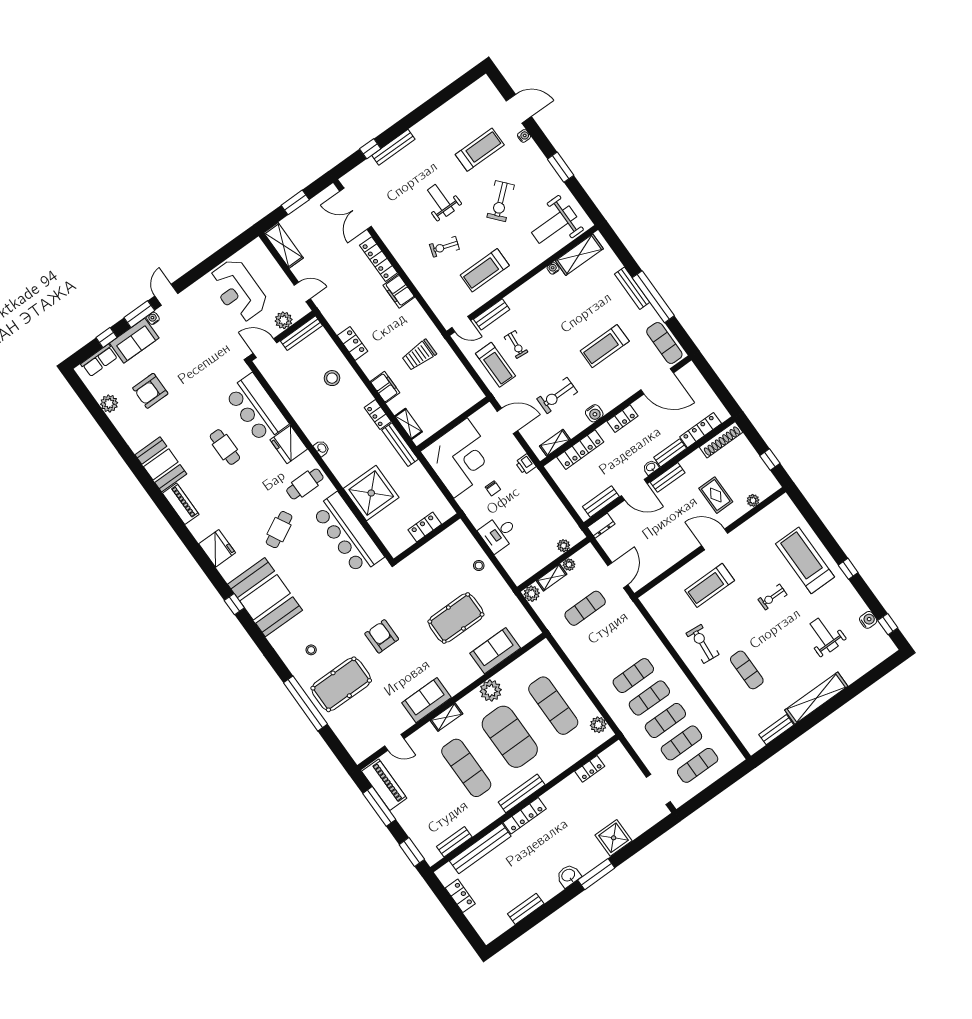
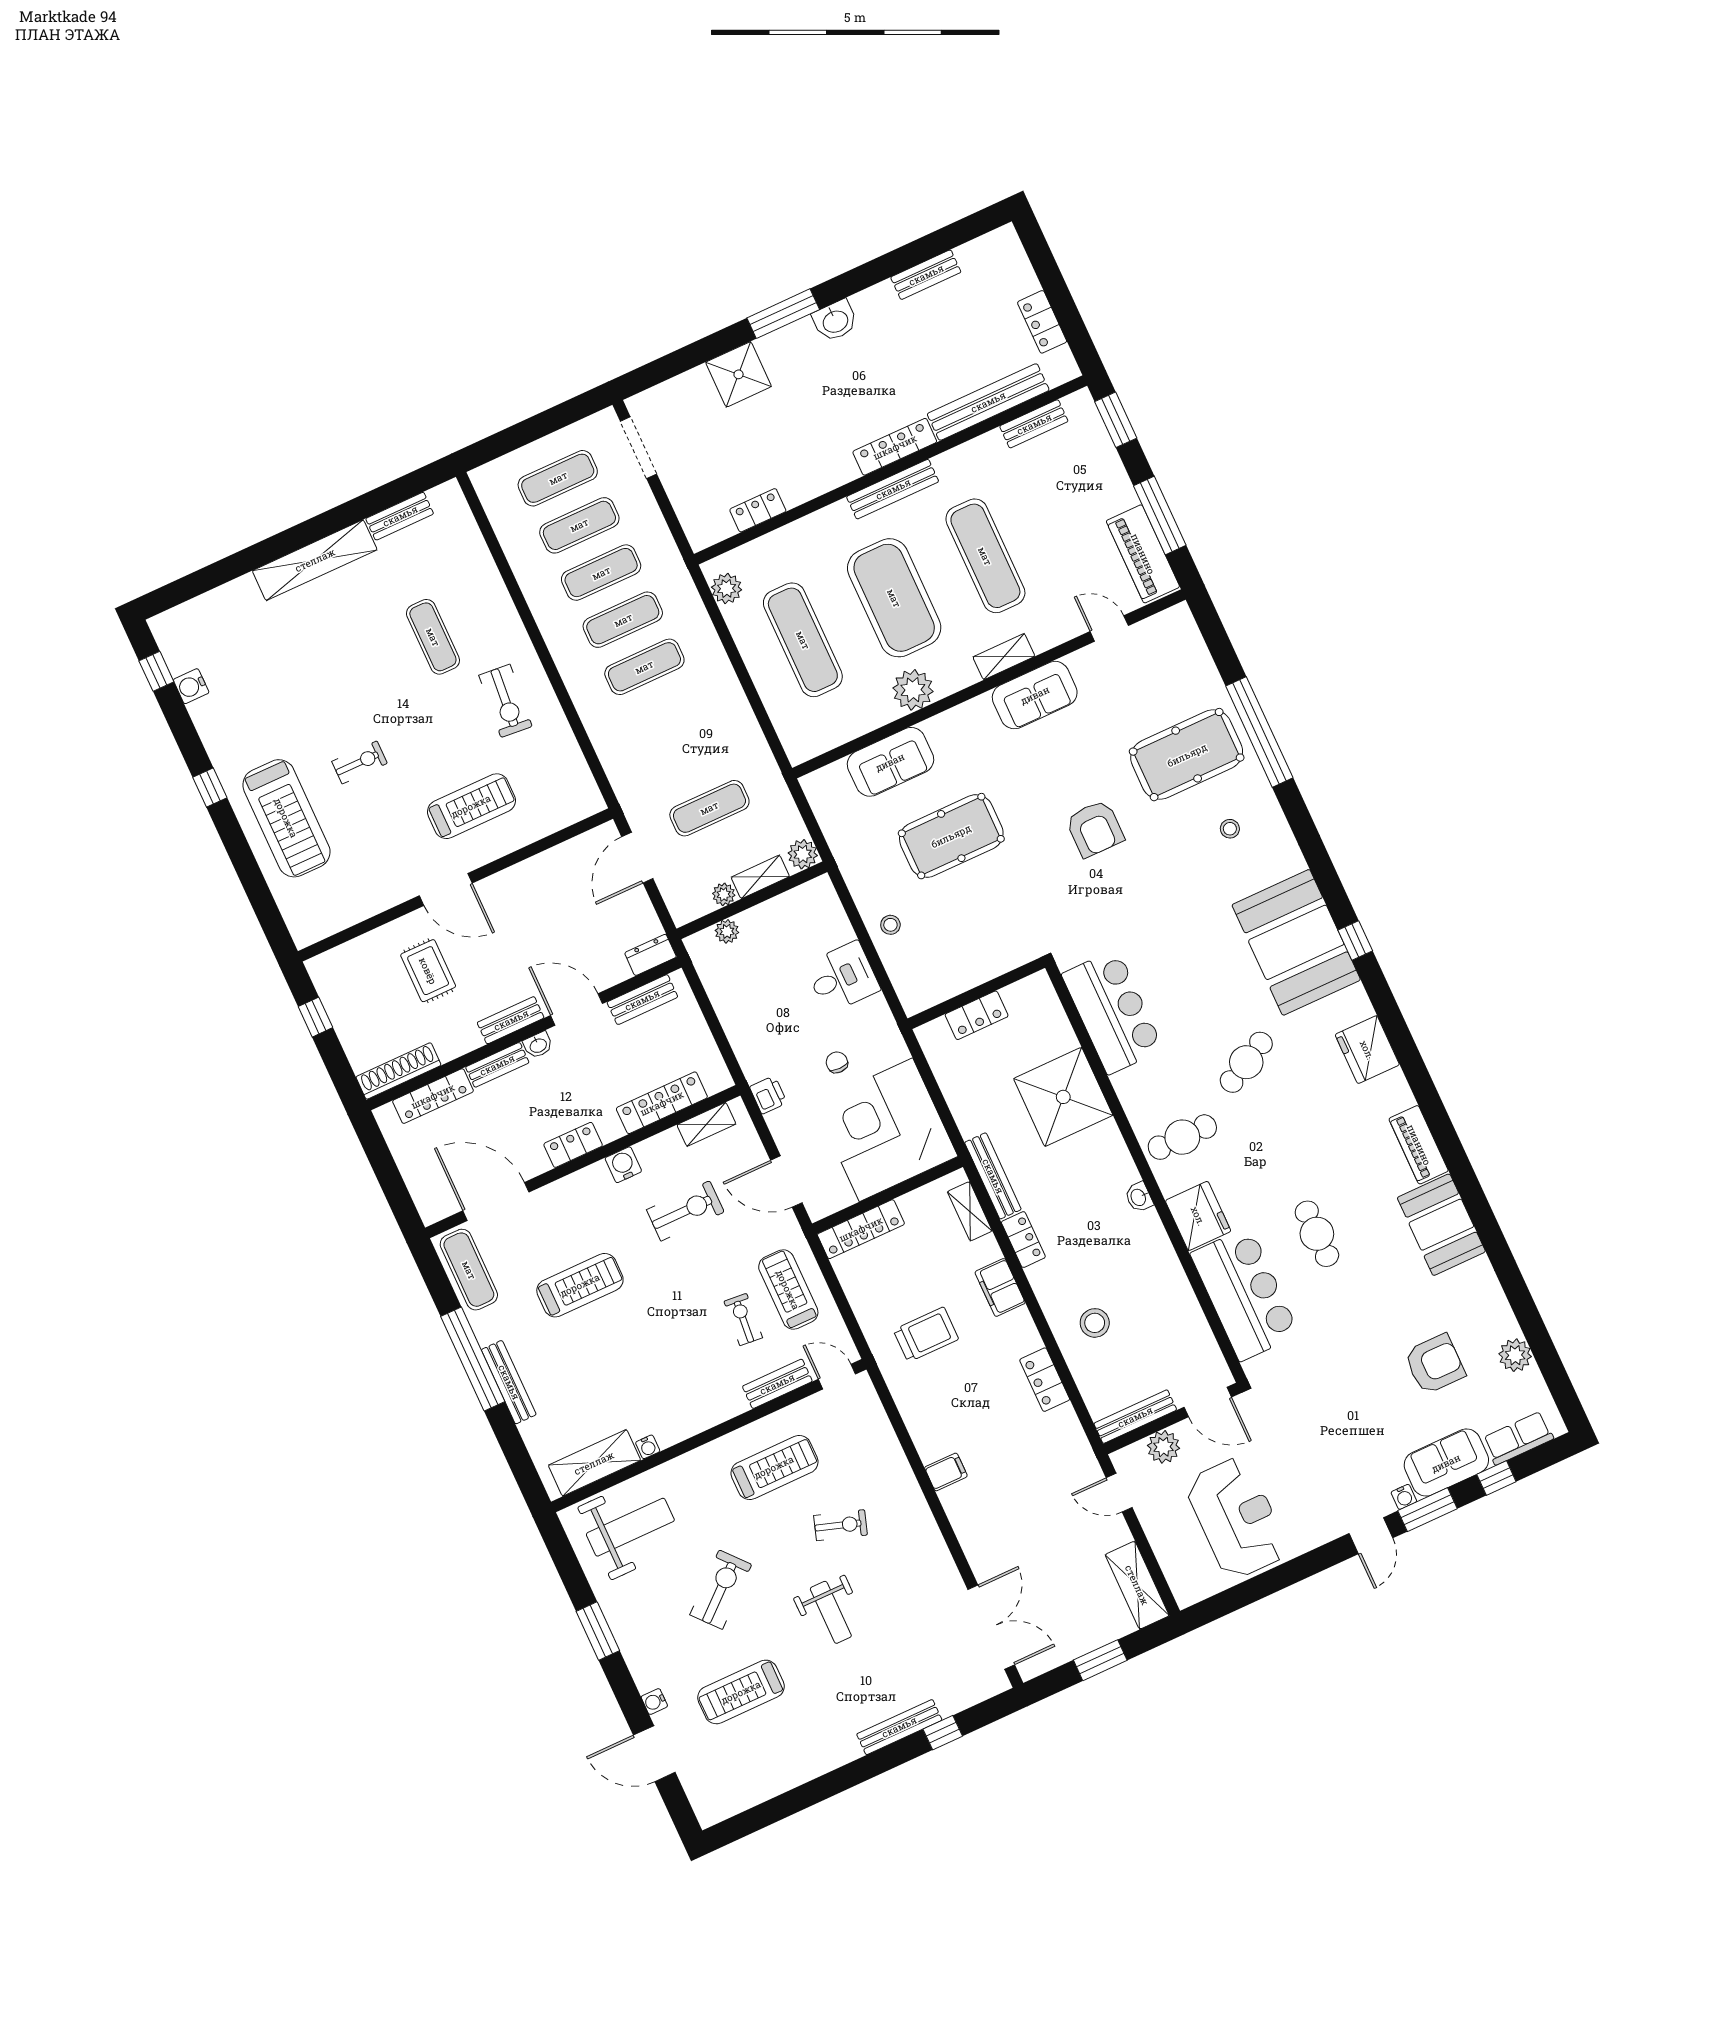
locker: (379, 259) -> (861, 1229), moved, turned 90
filing cabinet: (399, 291) -> (946, 1472), width x0.50
plant: (753, 500) -> (361, 948), removed
bar counter: (348, 534) -> (1113, 1012), width x0.73
weight bench: (824, 635) -> (278, 674), removed

